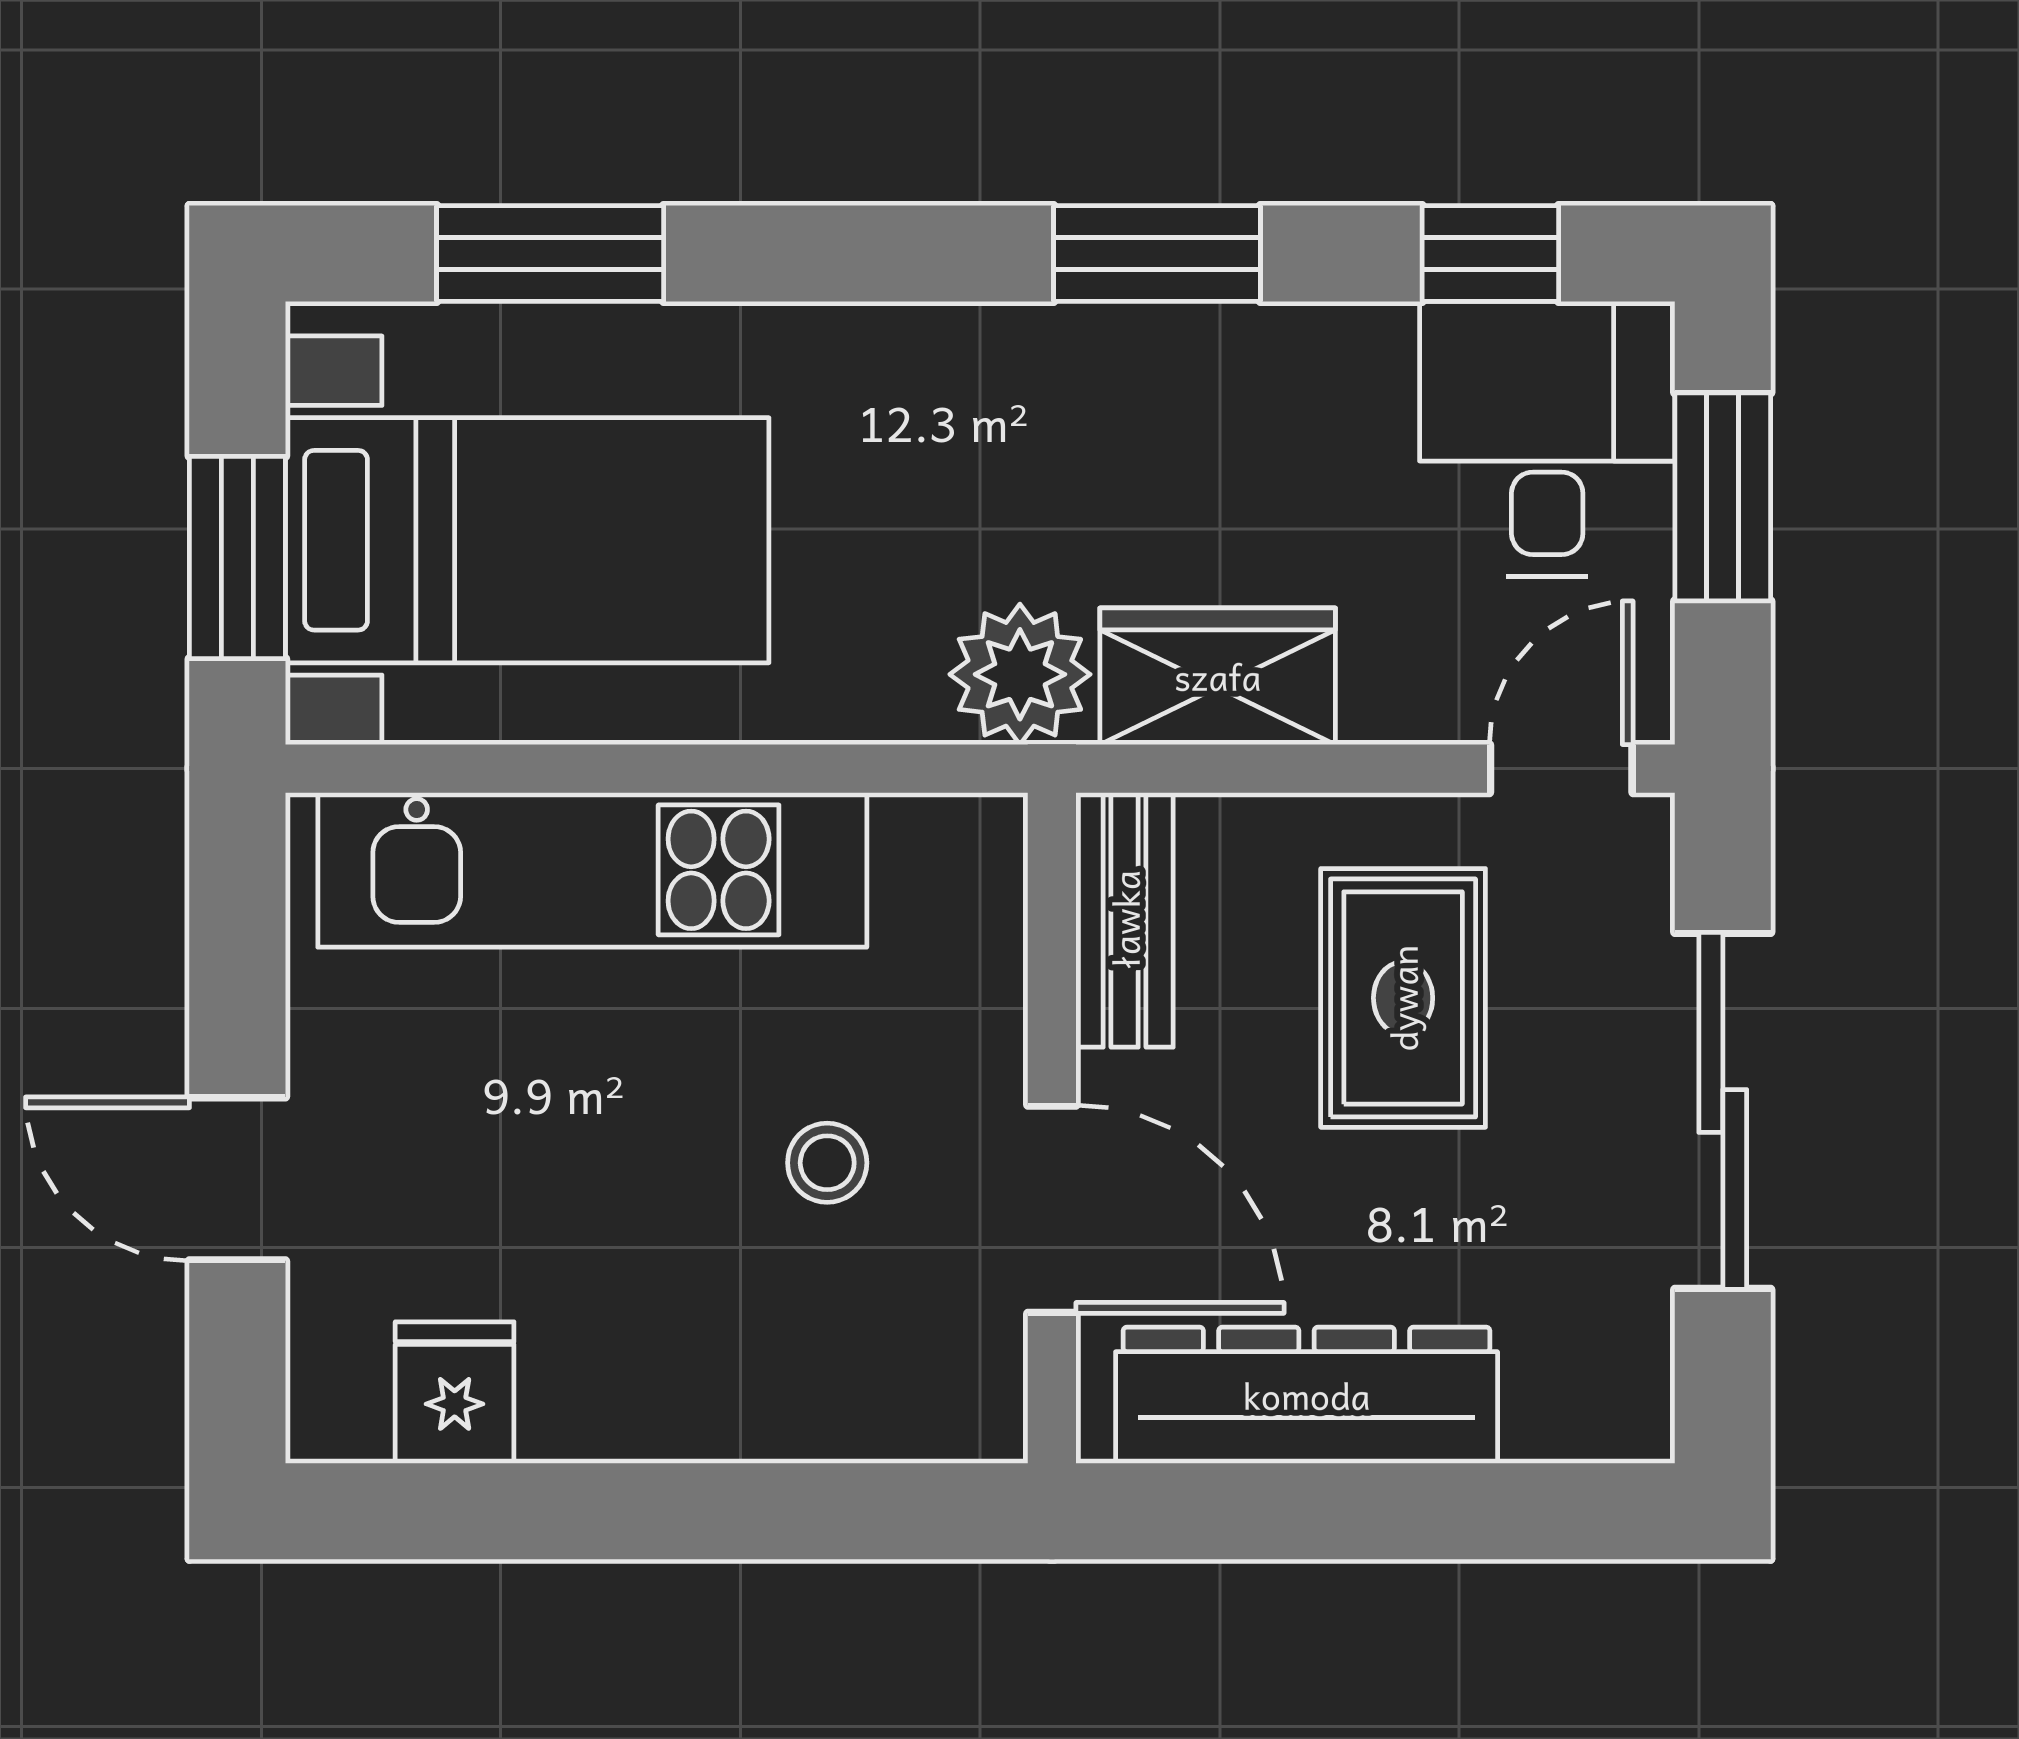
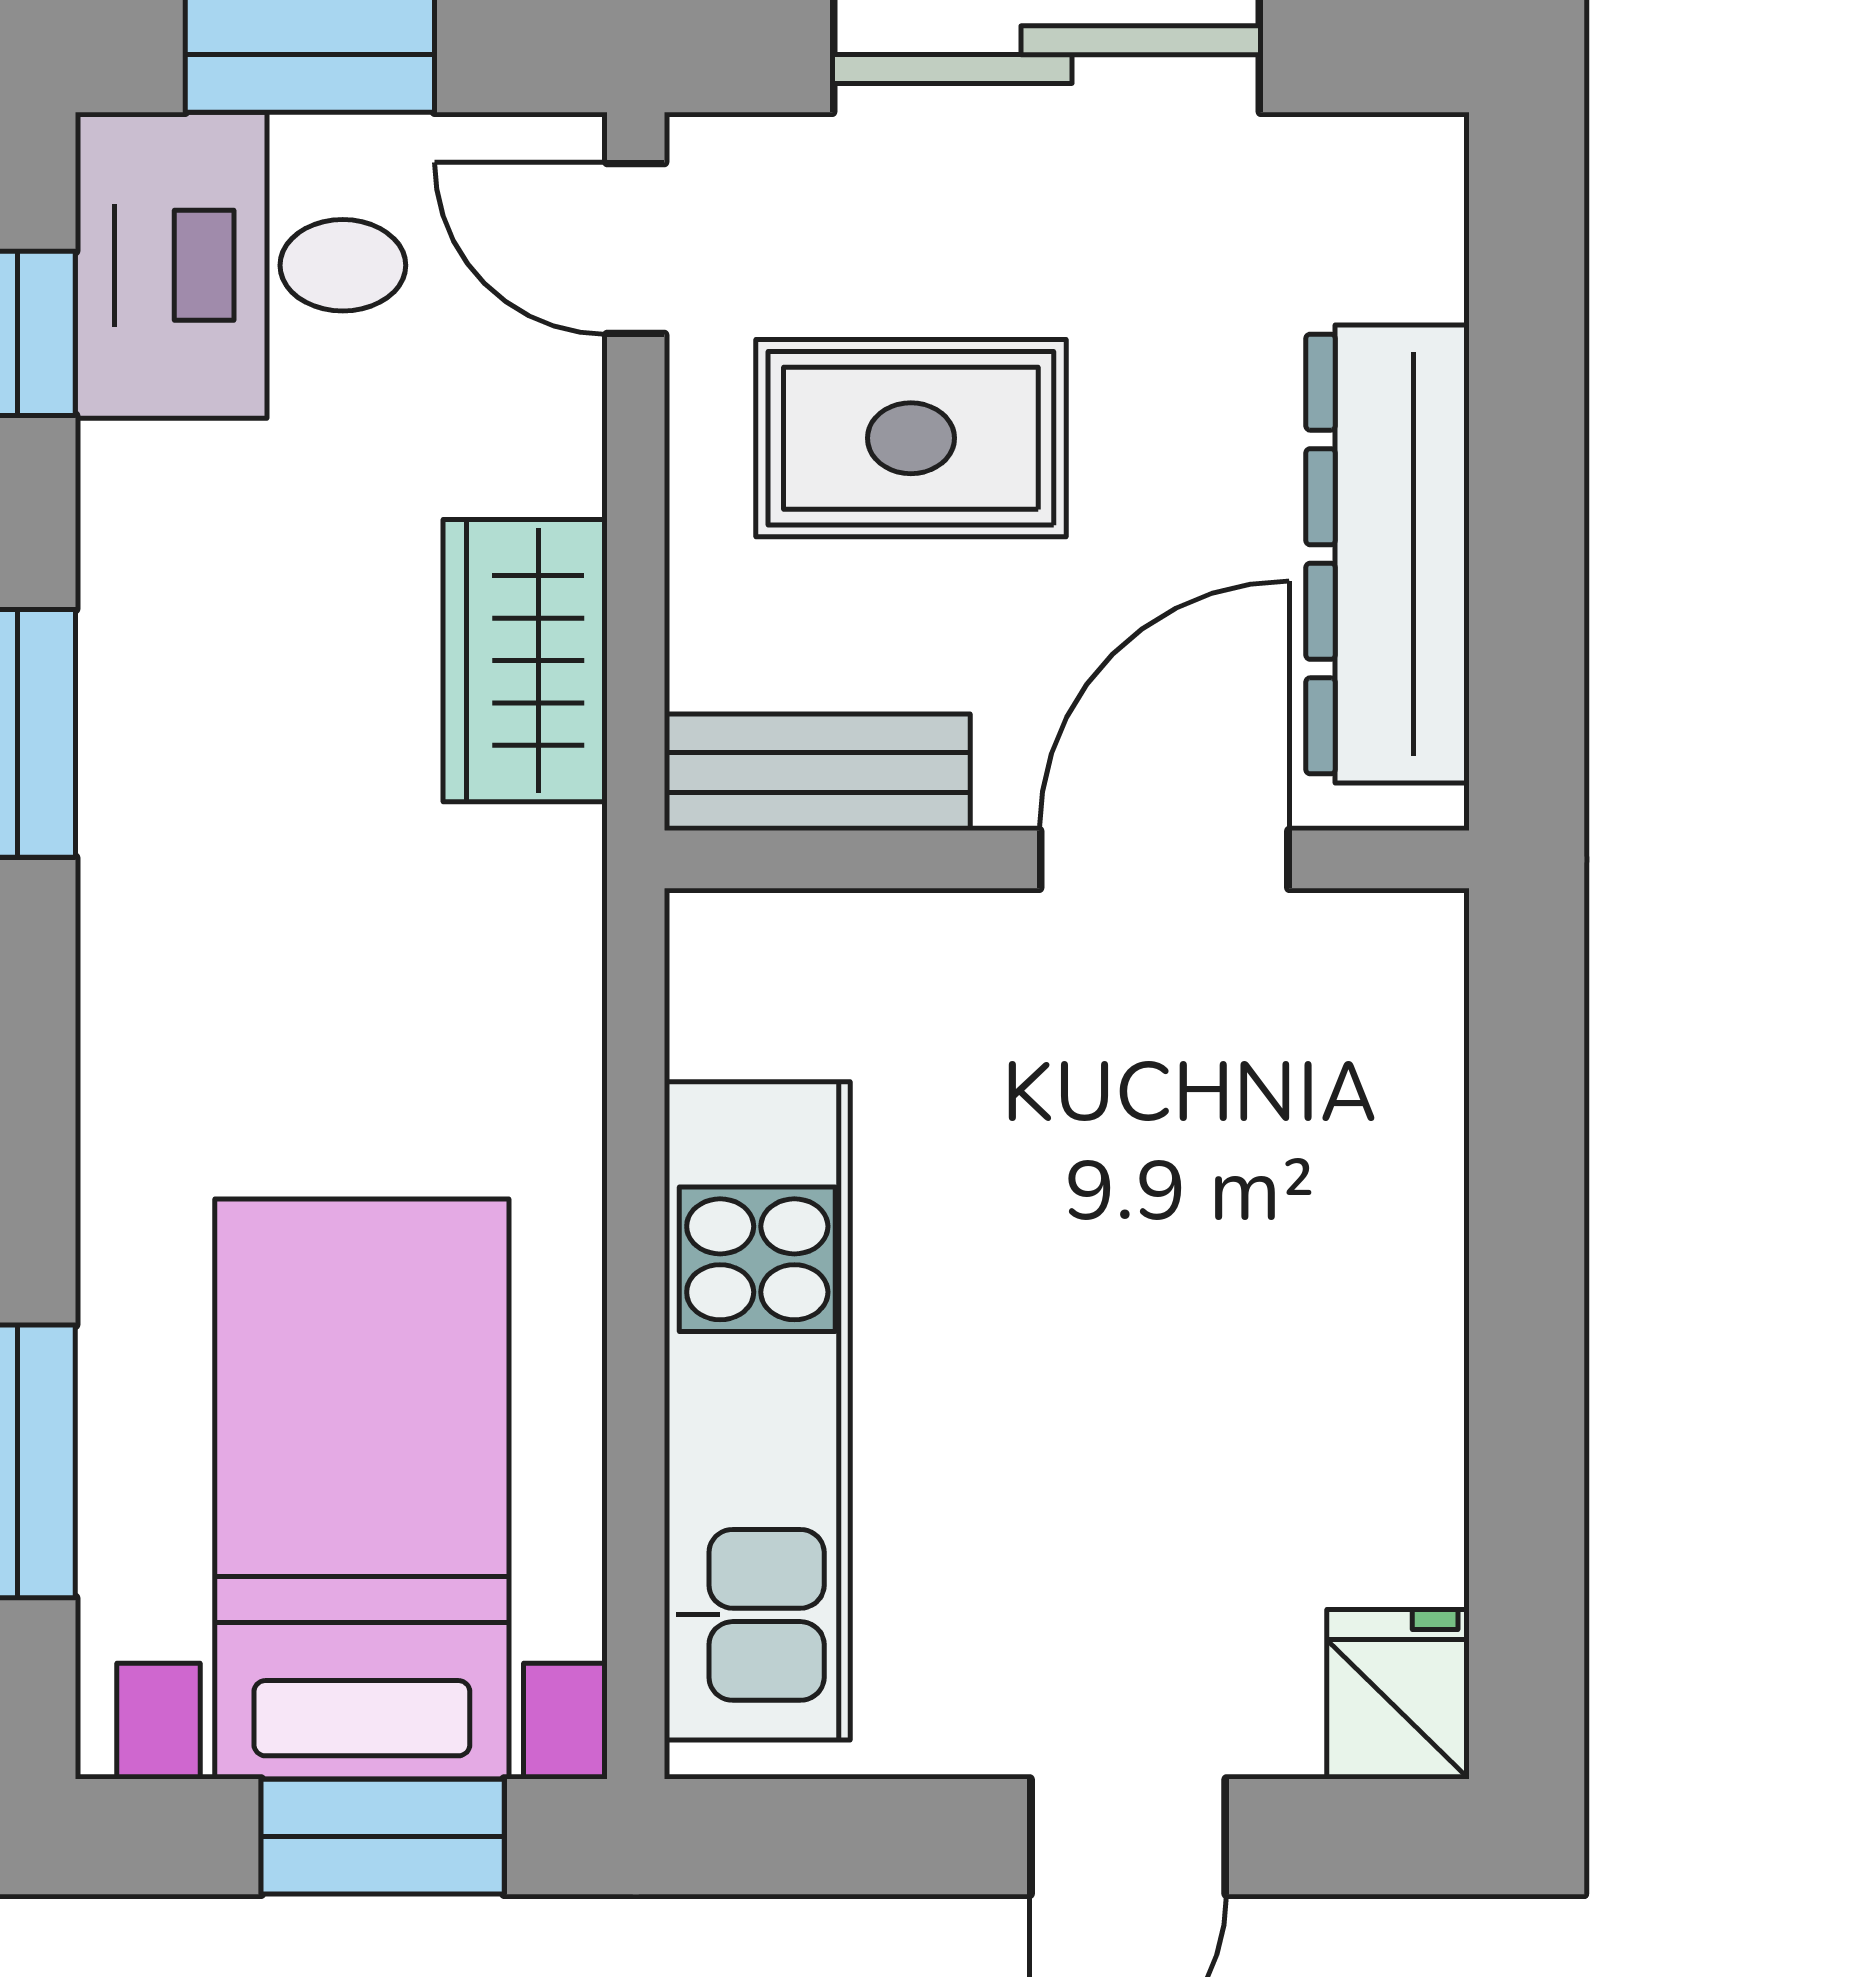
plant: (1020, 674) -> (523, 898), removed
stool: (827, 1163) -> (1109, 1129), removed
fridge: (455, 1393) -> (1398, 1694), moved, turned 90

